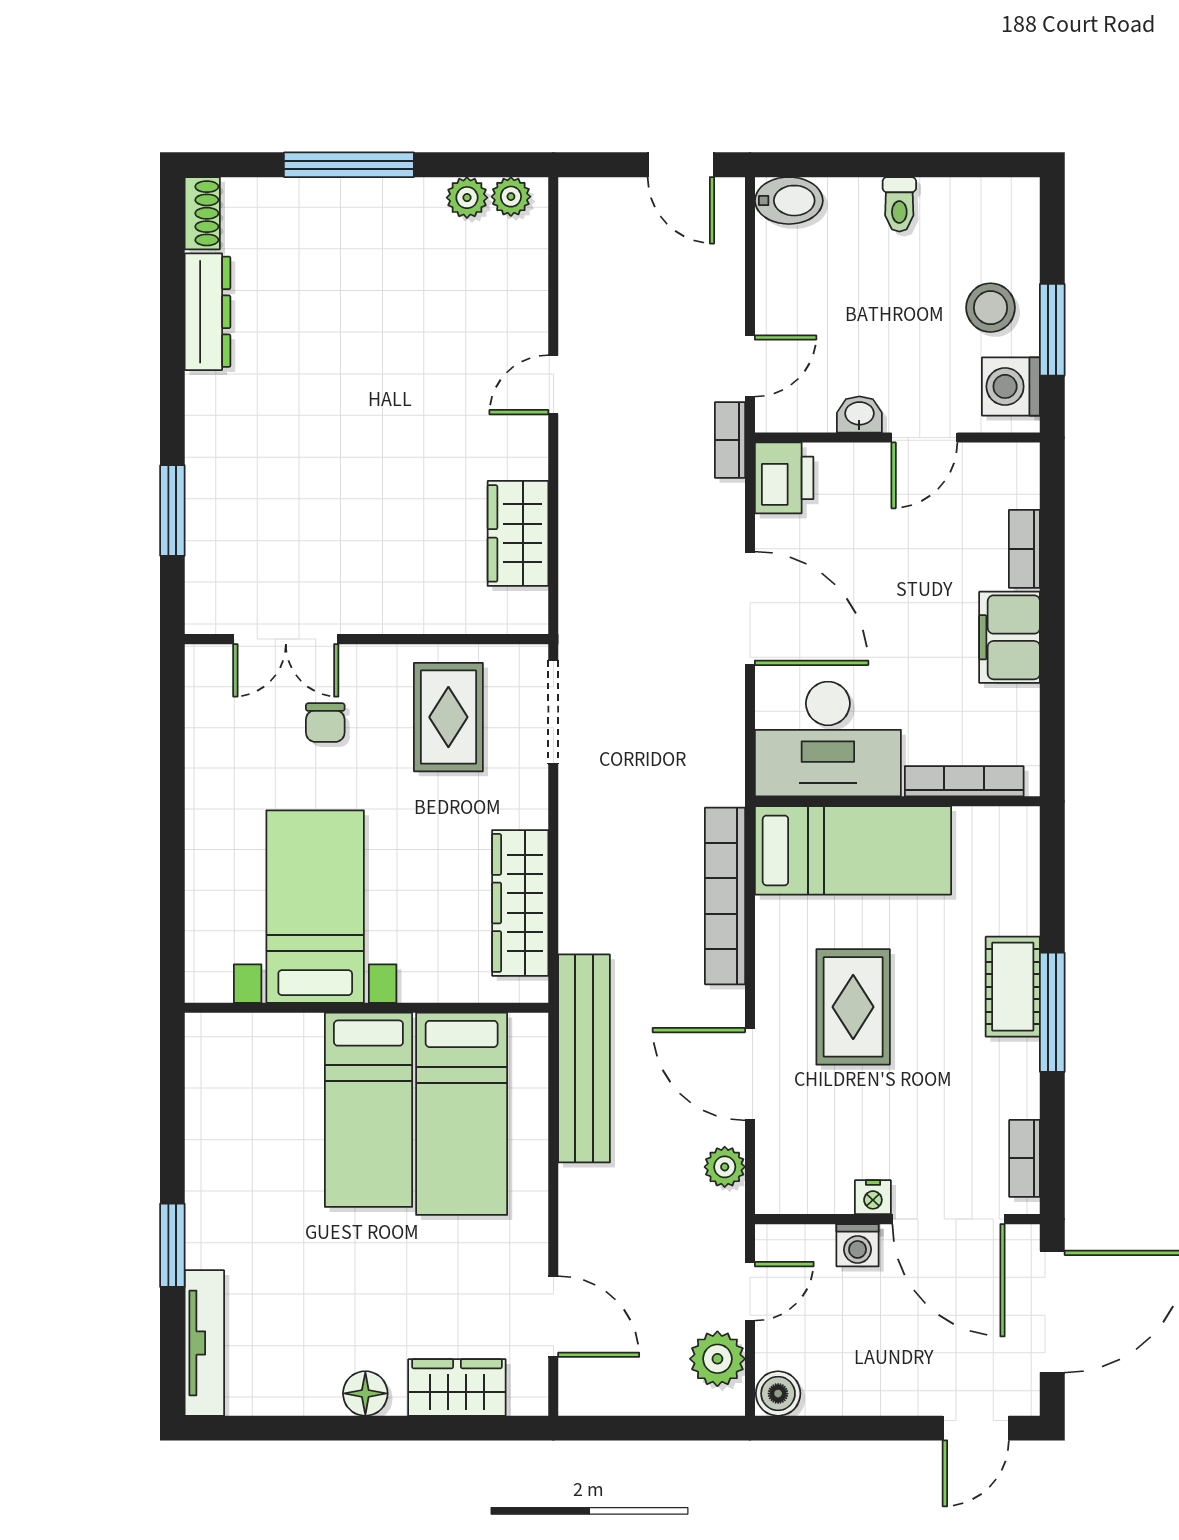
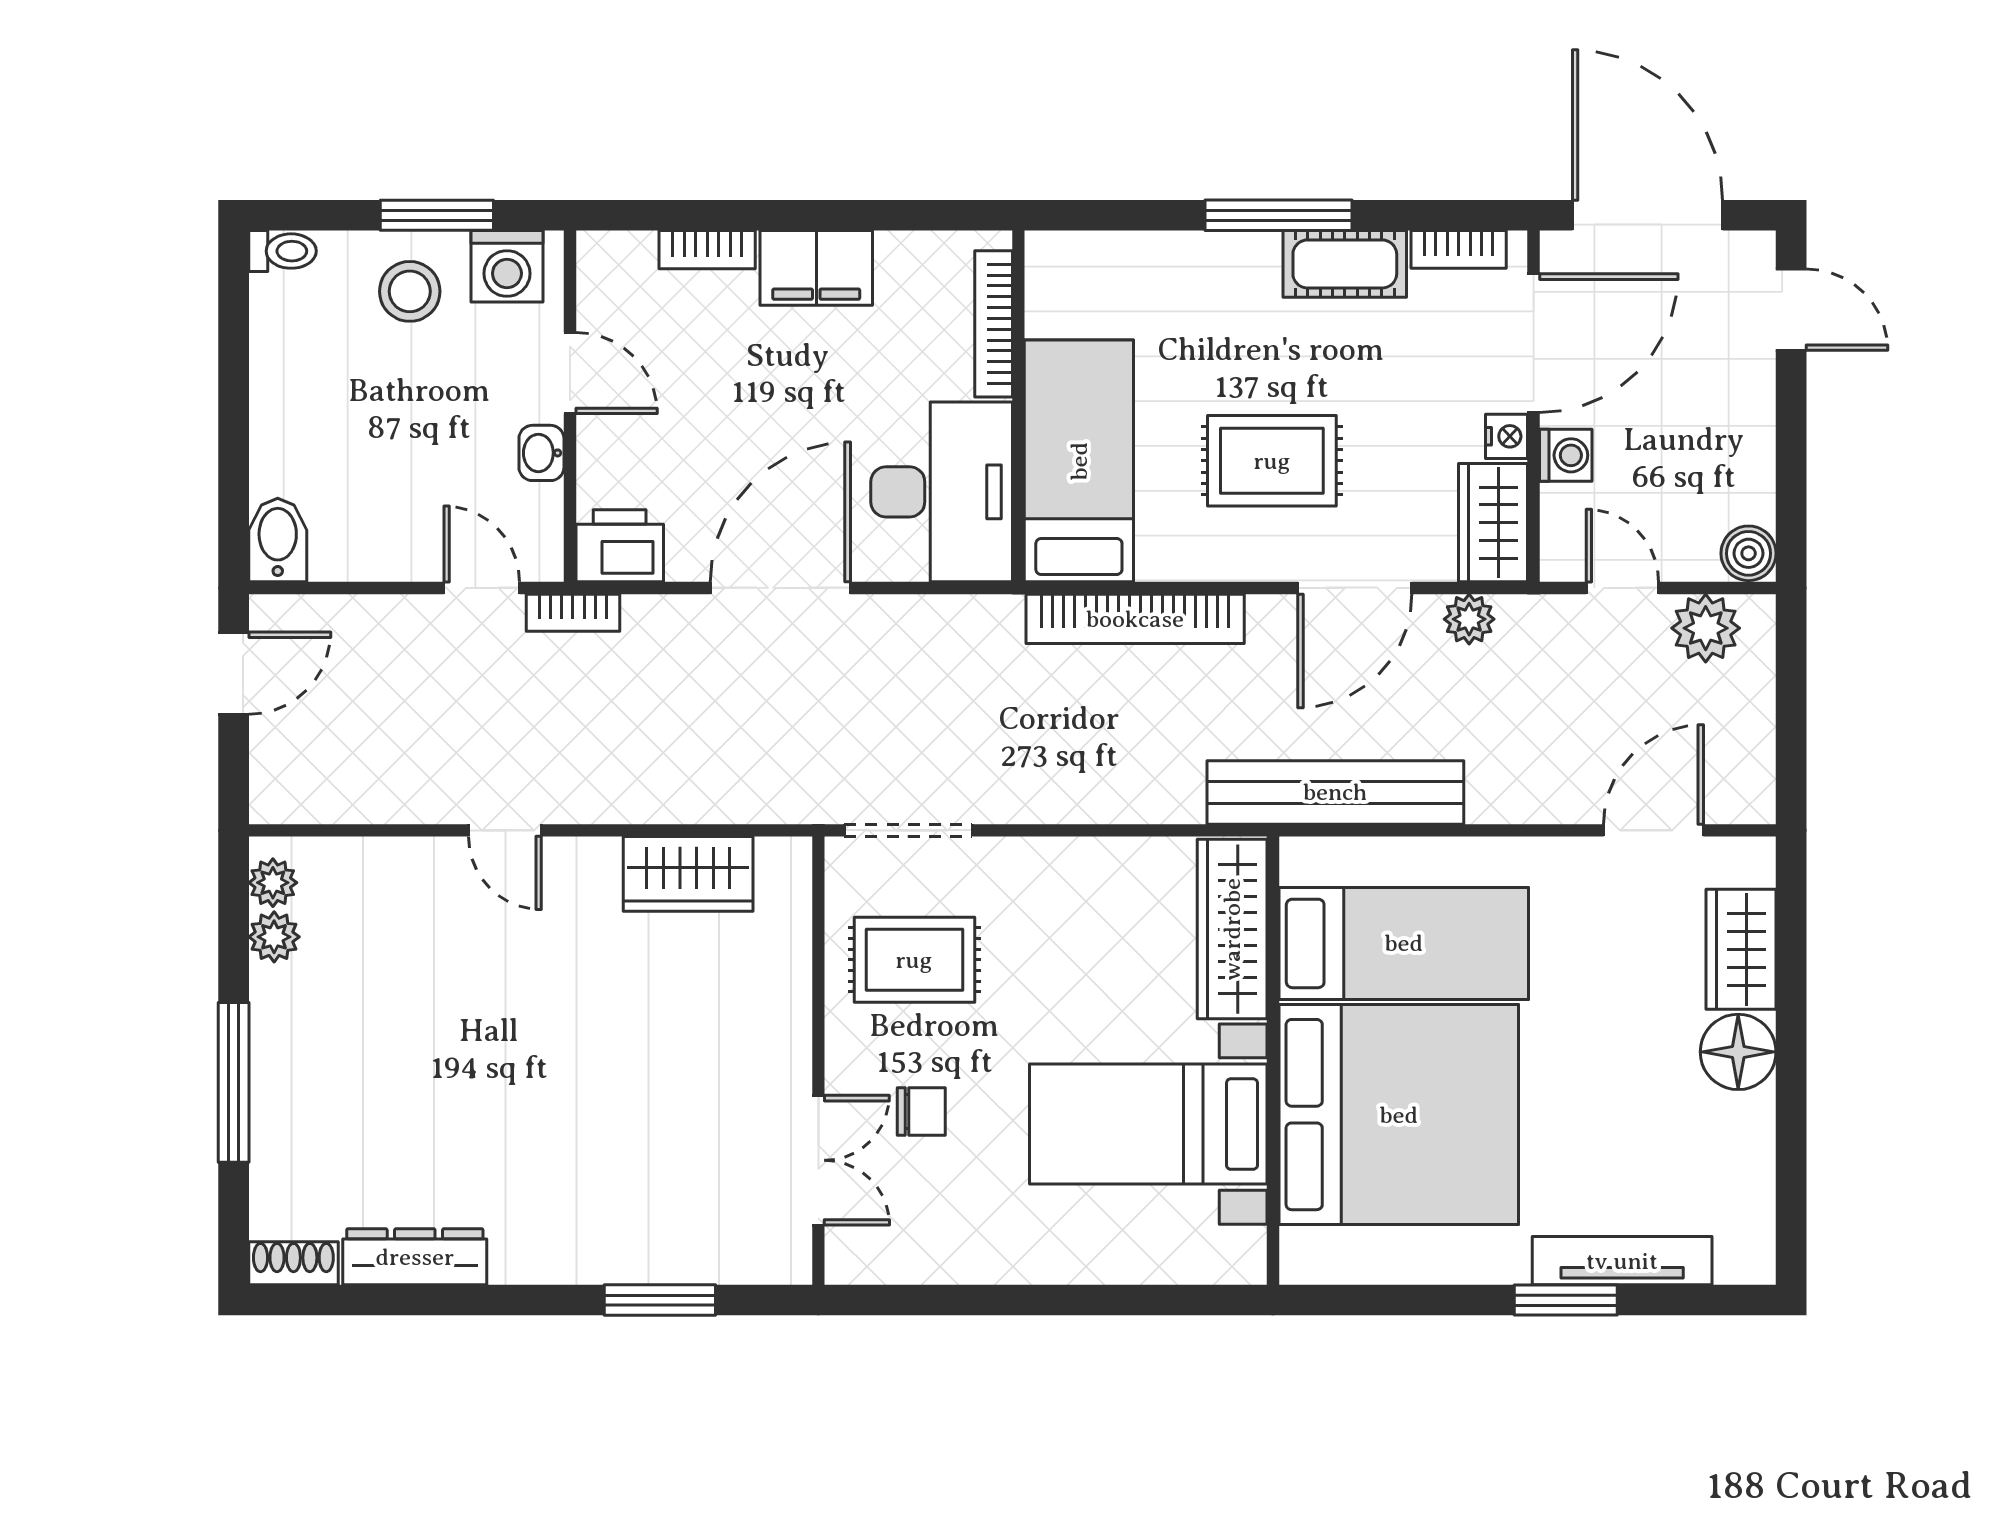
toilet: (899, 204) -> (282, 251), moved
wardrobe: (520, 903) -> (1232, 929), moved, turned 90
cot: (1013, 987) -> (1345, 264), moved
bed: (368, 1110) -> (1399, 1115), width x2.04
wardrobe: (803, 1186) -> (1493, 523), added
tv unit: (204, 1343) -> (1622, 1261), moved
floor lamp: (365, 1393) -> (1738, 1052), width x1.38, depth x1.38

